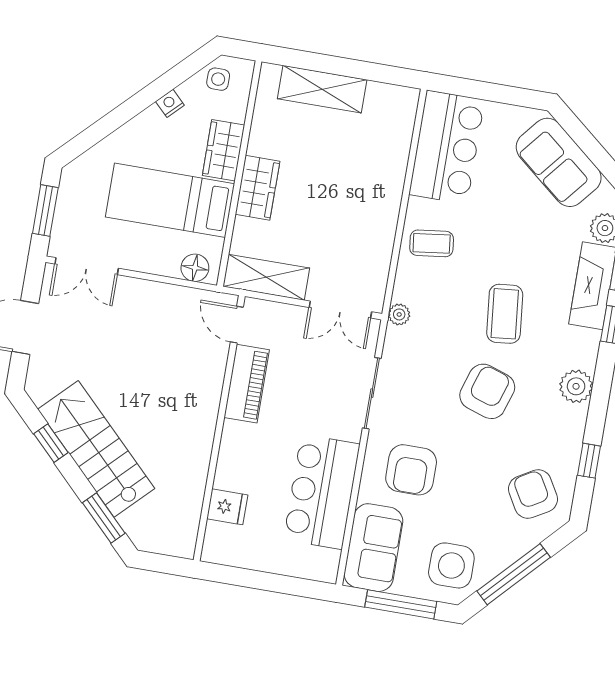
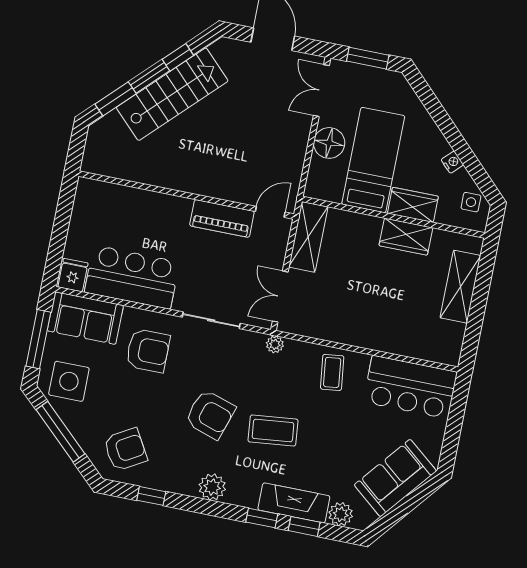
wardrobe: (258, 188) -> (406, 237), moved
floor lamp: (195, 268) -> (329, 143), moved, width x1.38, depth x1.38
armchair: (411, 470) -> (148, 351), turned 180
fridge: (227, 507) -> (73, 275), moved, turned 180

